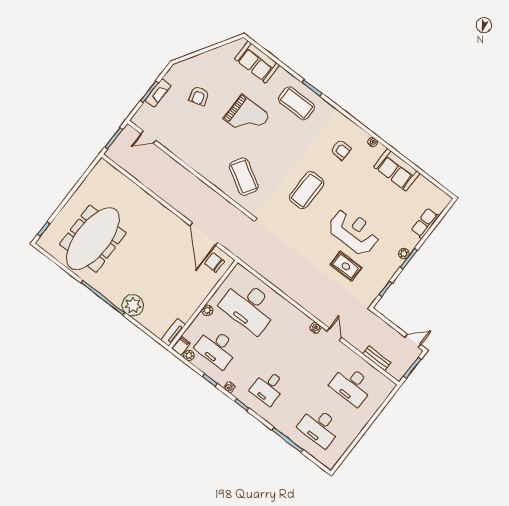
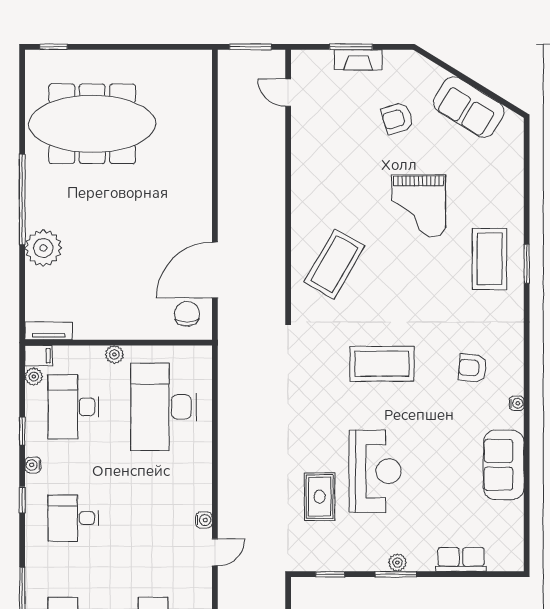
sofa: (257, 62) -> (469, 107), moved, turned -58
armchair: (341, 150) -> (473, 368), turned 95

